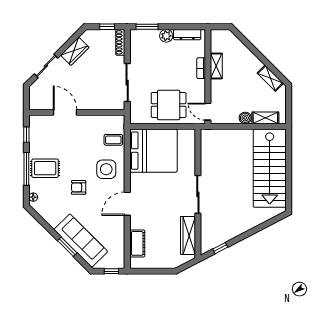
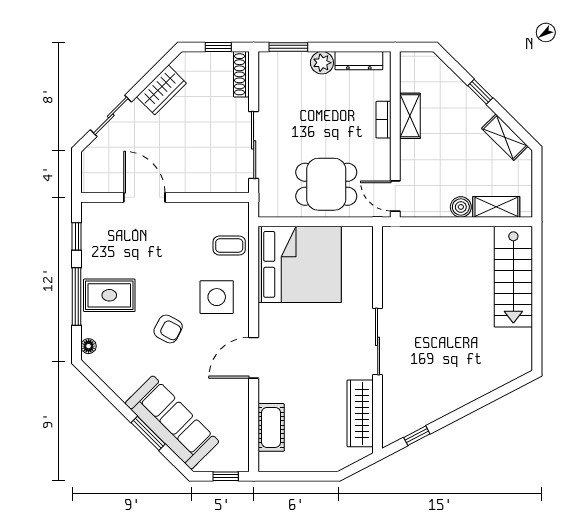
window: (256, 52) -> (480, 92), added
stairs: (270, 168) -> (513, 277), width x0.73, depth x0.66
armchair: (79, 187) -> (168, 329), turned -152

